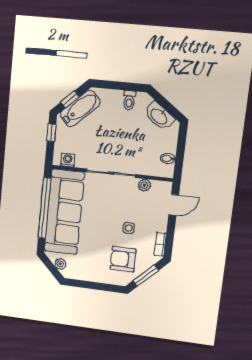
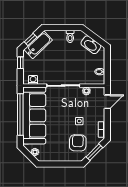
armchair: (123, 259) -> (78, 143), turned 92

